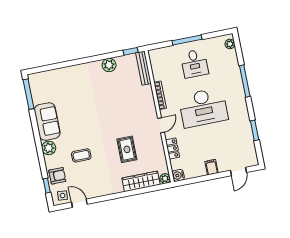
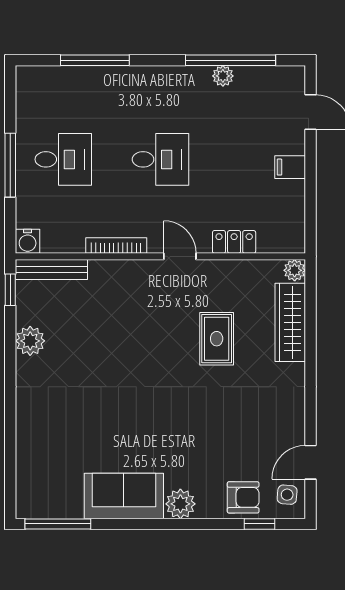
plant: (230, 44) -> (223, 76), moved
window: (245, 81) -> (95, 60), moved
desk: (203, 108) -> (160, 159), width x0.53, depth x0.77
window: (255, 130) -> (230, 60), width x2.11
rug: (127, 149) -> (217, 339), turned 90
coffee table: (81, 155) -> (210, 438), removed
water cooler: (178, 175) -> (28, 241), moved
armchair: (57, 176) -> (243, 497), turned 90

